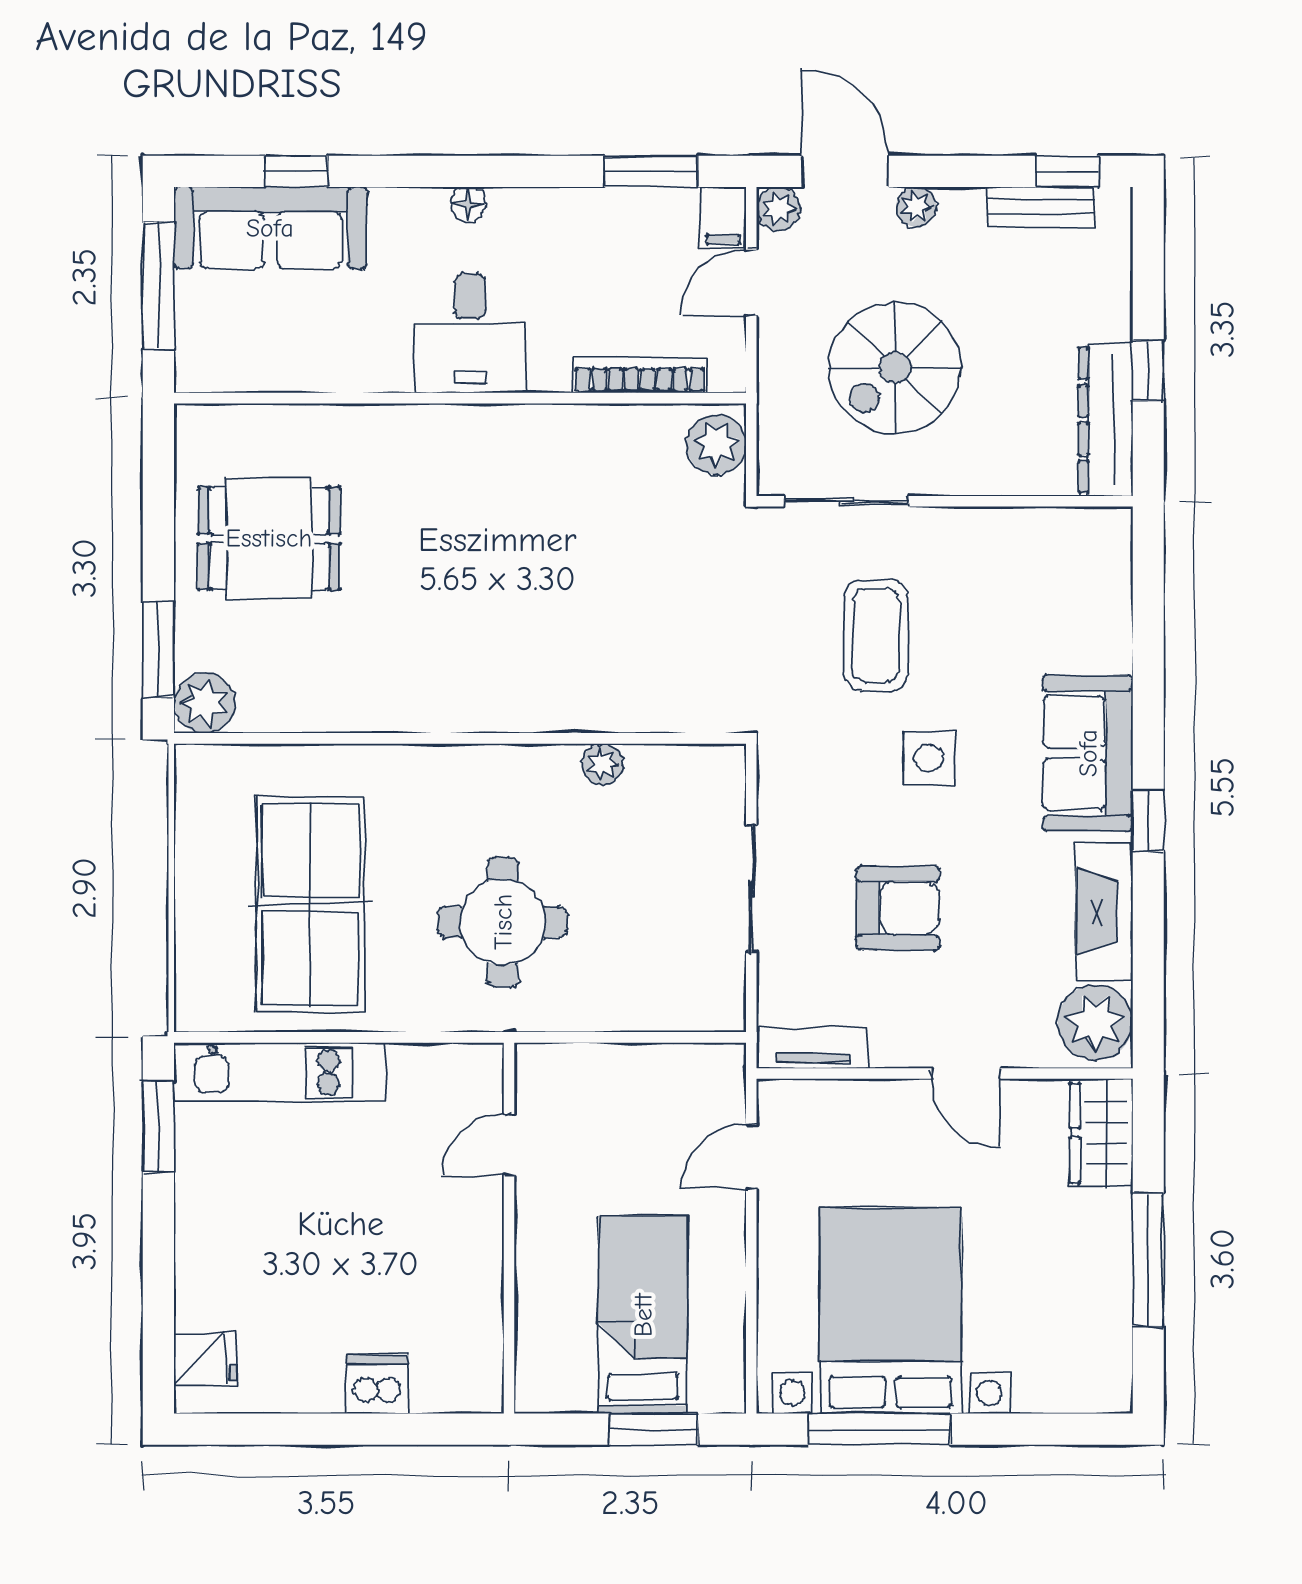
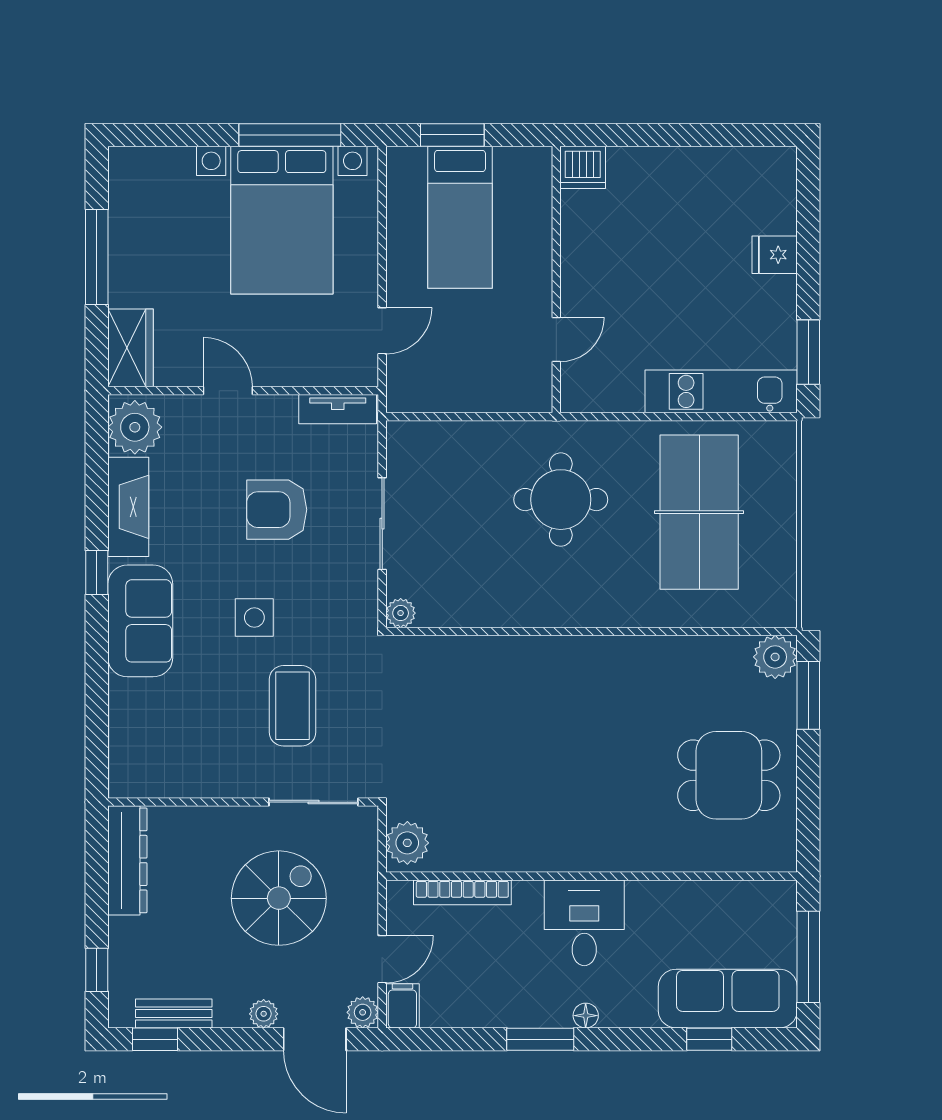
window: (651, 171) -> (540, 1039), moved
window: (1148, 370) -> (97, 970), moved
plant: (603, 764) -> (401, 613), moved
fridge: (205, 1359) -> (775, 255), moved
dishwasher: (377, 1384) -> (583, 167), moved

